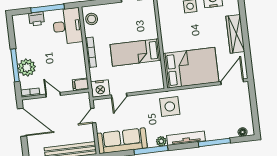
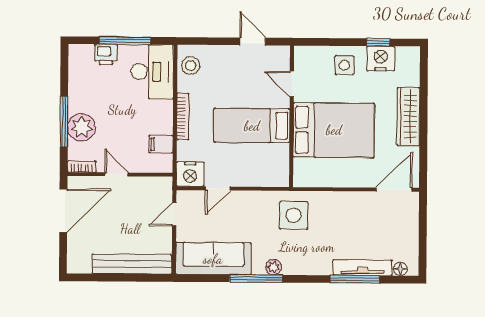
door: (158, 22) -> (292, 84), added
bed: (191, 68) -> (334, 130), moved
filing cabinet: (81, 84) -> (161, 144), moved
door: (22, 122) -> (63, 211), hinge flipped
tv unit: (186, 138) -> (363, 268), moved

